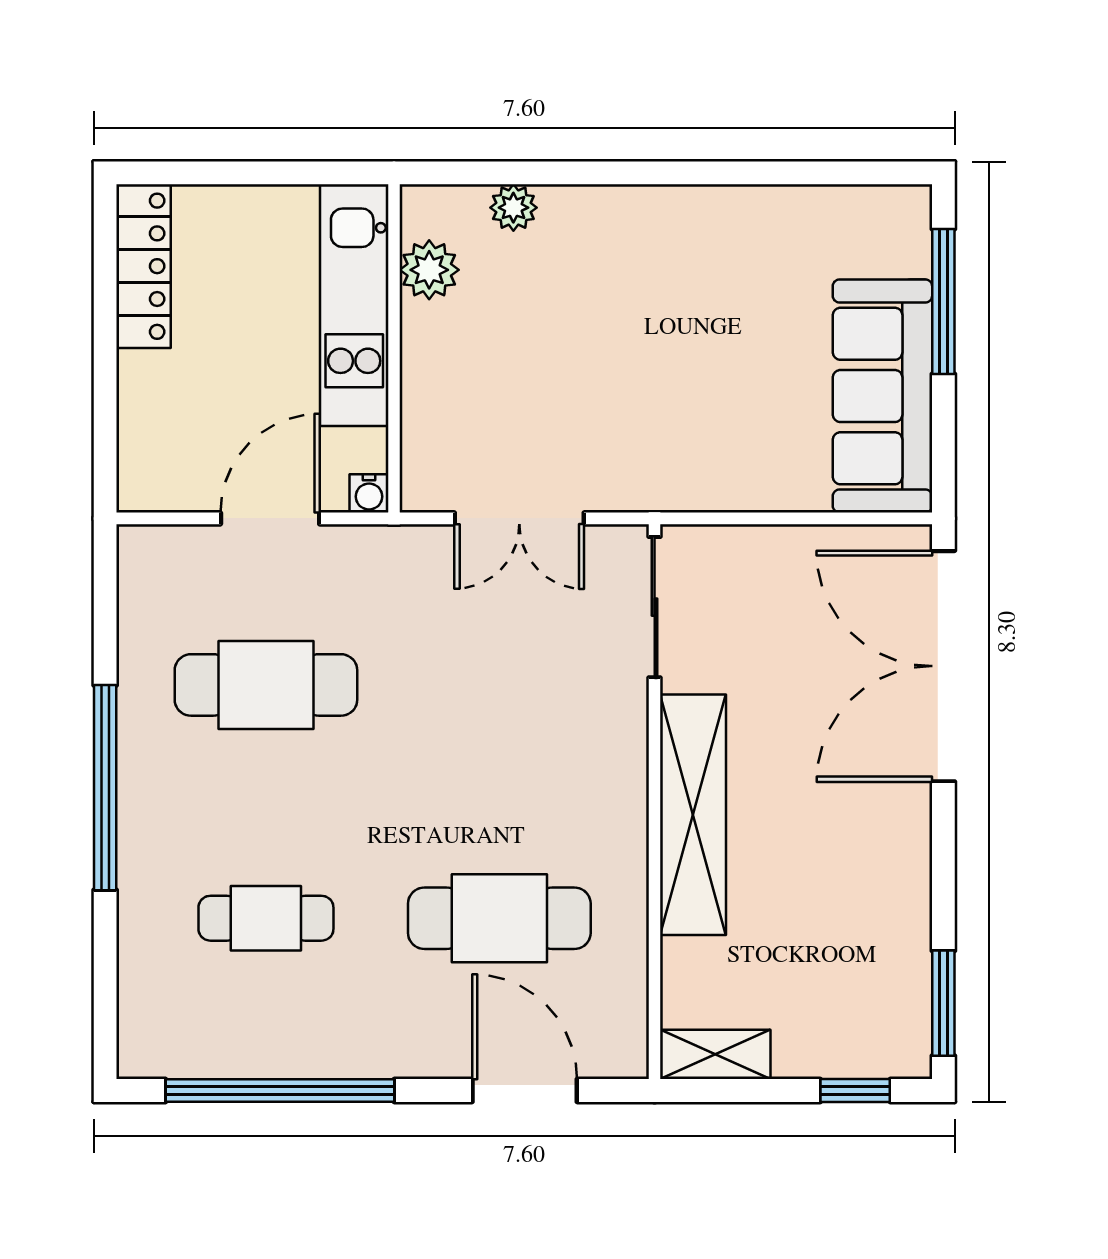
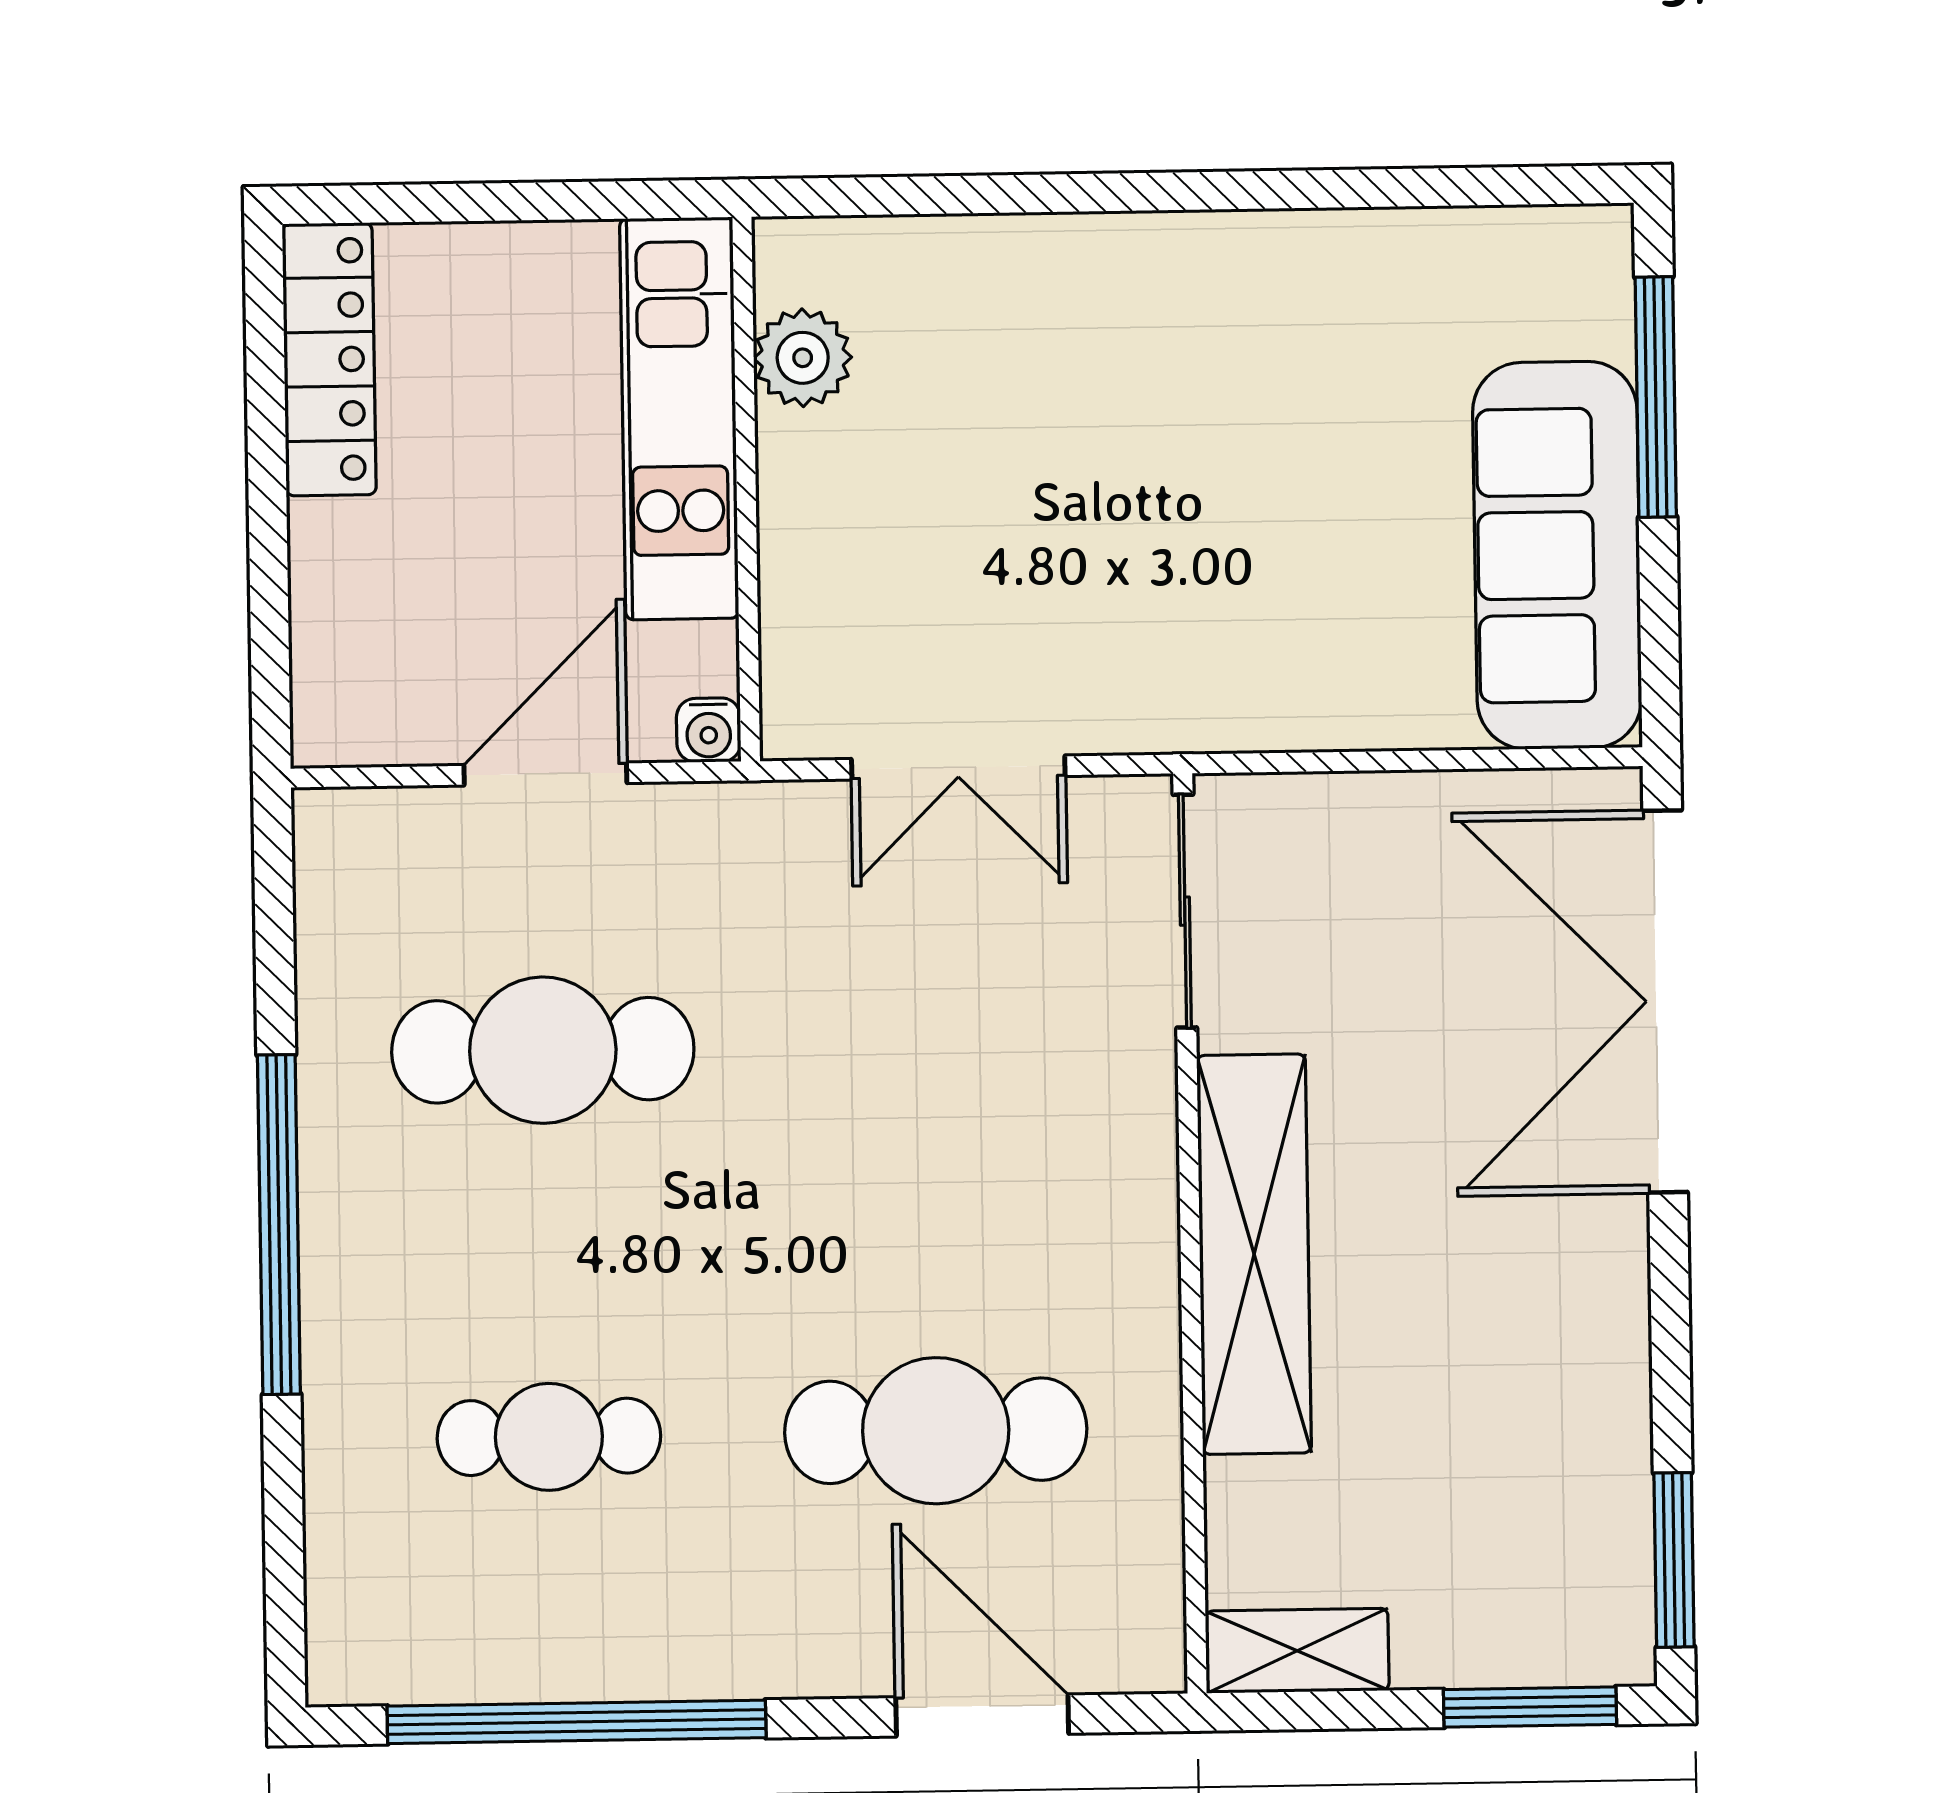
plant: (513, 208) -> (941, 252), removed
window: (855, 1090) -> (1530, 1707), width x1.50

